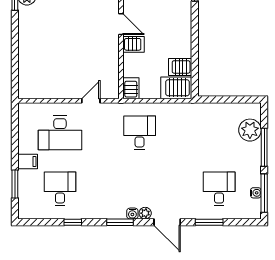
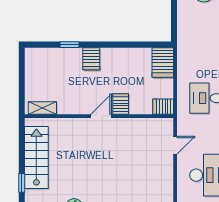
server rack: (180, 67) -> (91, 59), moved
door: (91, 101) -> (175, 145), swing flipped

